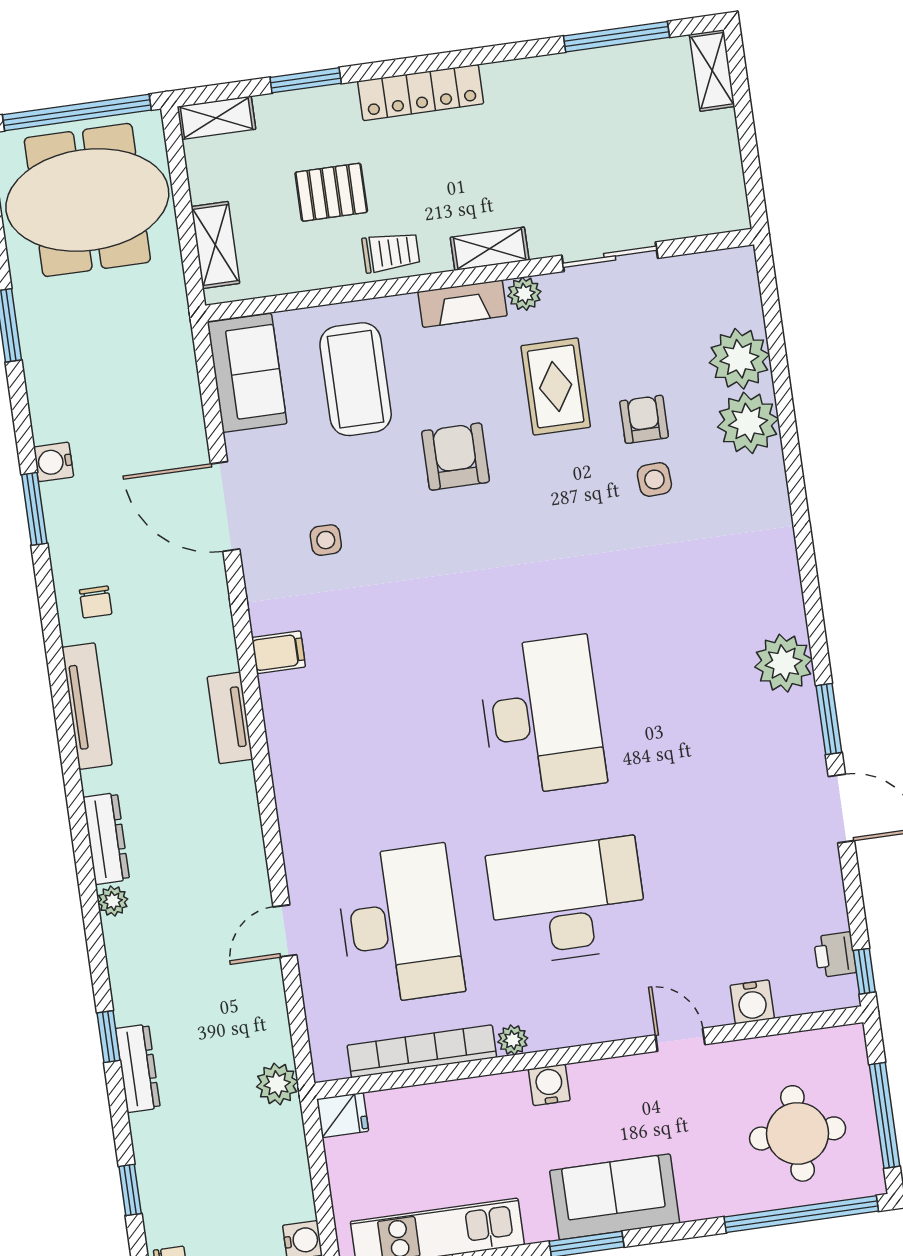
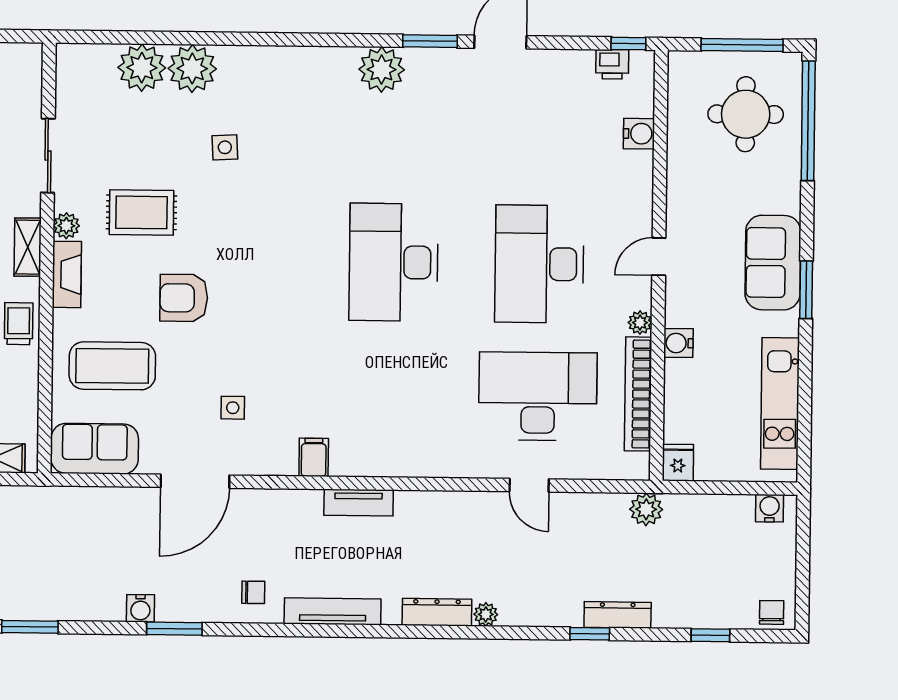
armchair: (644, 419) -> (177, 148), removed
desk: (542, 716) -> (394, 262), turned -90
door: (680, 1040) -> (659, 257), moved
water cooler: (549, 1085) -> (678, 343), moved

